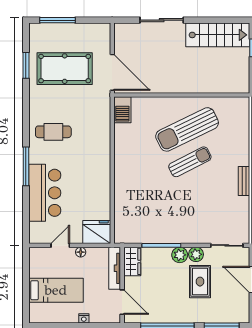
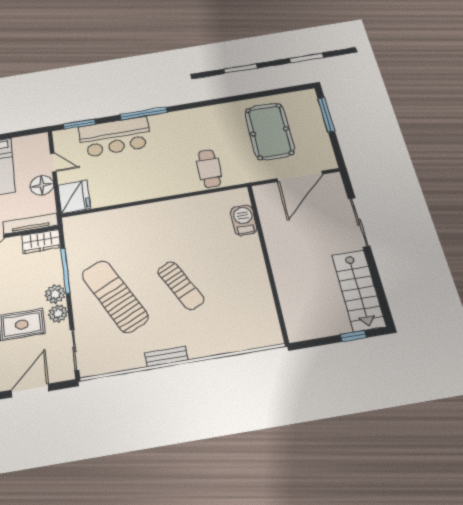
window: (26, 65) -> (79, 124), moved
door: (112, 72) -> (300, 176), moved
barbecue: (122, 110) -> (244, 220), moved, turned 90
sun lounger: (187, 129) -> (115, 296), moved
cafe table: (53, 132) -> (209, 169), moved
floor lamp: (81, 252) -> (42, 185), width x1.89, depth x1.89

